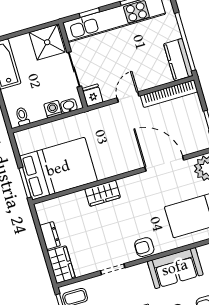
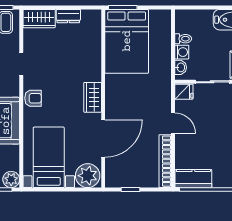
toilet: (22, 117) -> (183, 39), moved
wardrobe: (103, 193) -> (93, 97), moved
armchair: (144, 247) -> (33, 98), turned 90

